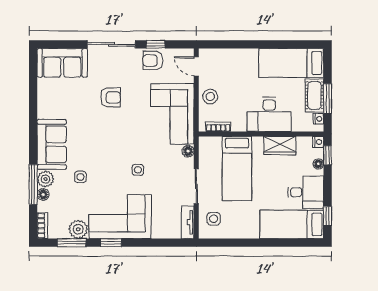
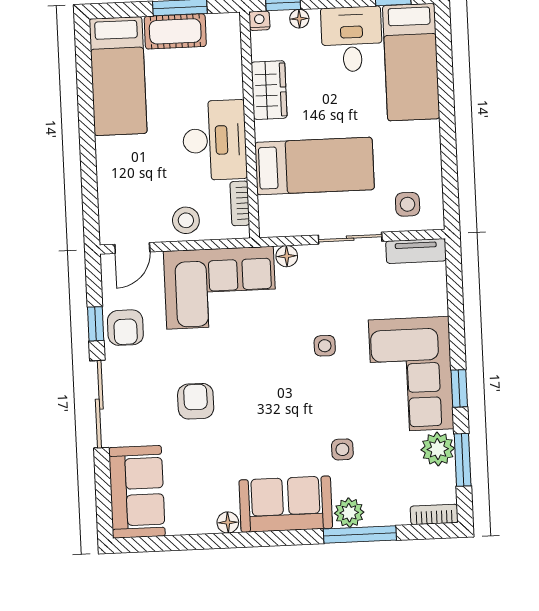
desk: (269, 114) -> (215, 140), moved
nightstand: (318, 119) -> (217, 22), removed
floor lamp: (43, 194) -> (228, 522), moved

